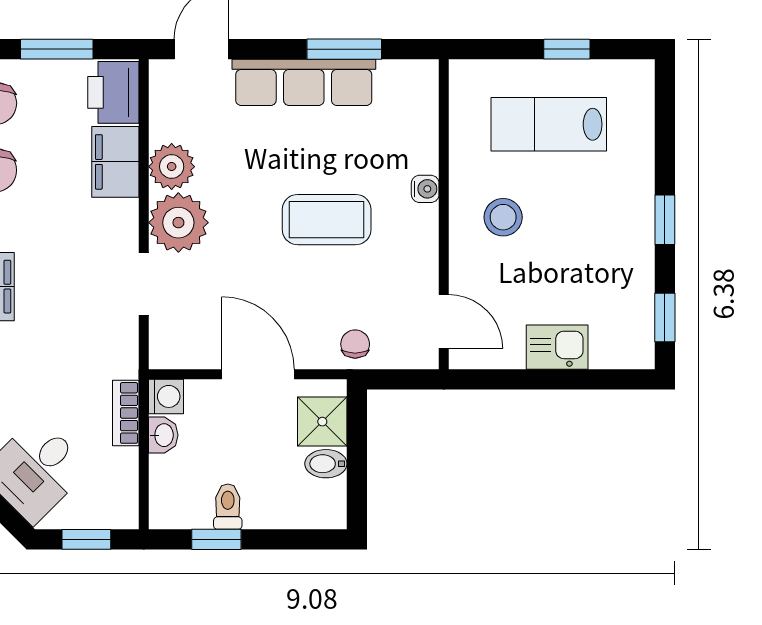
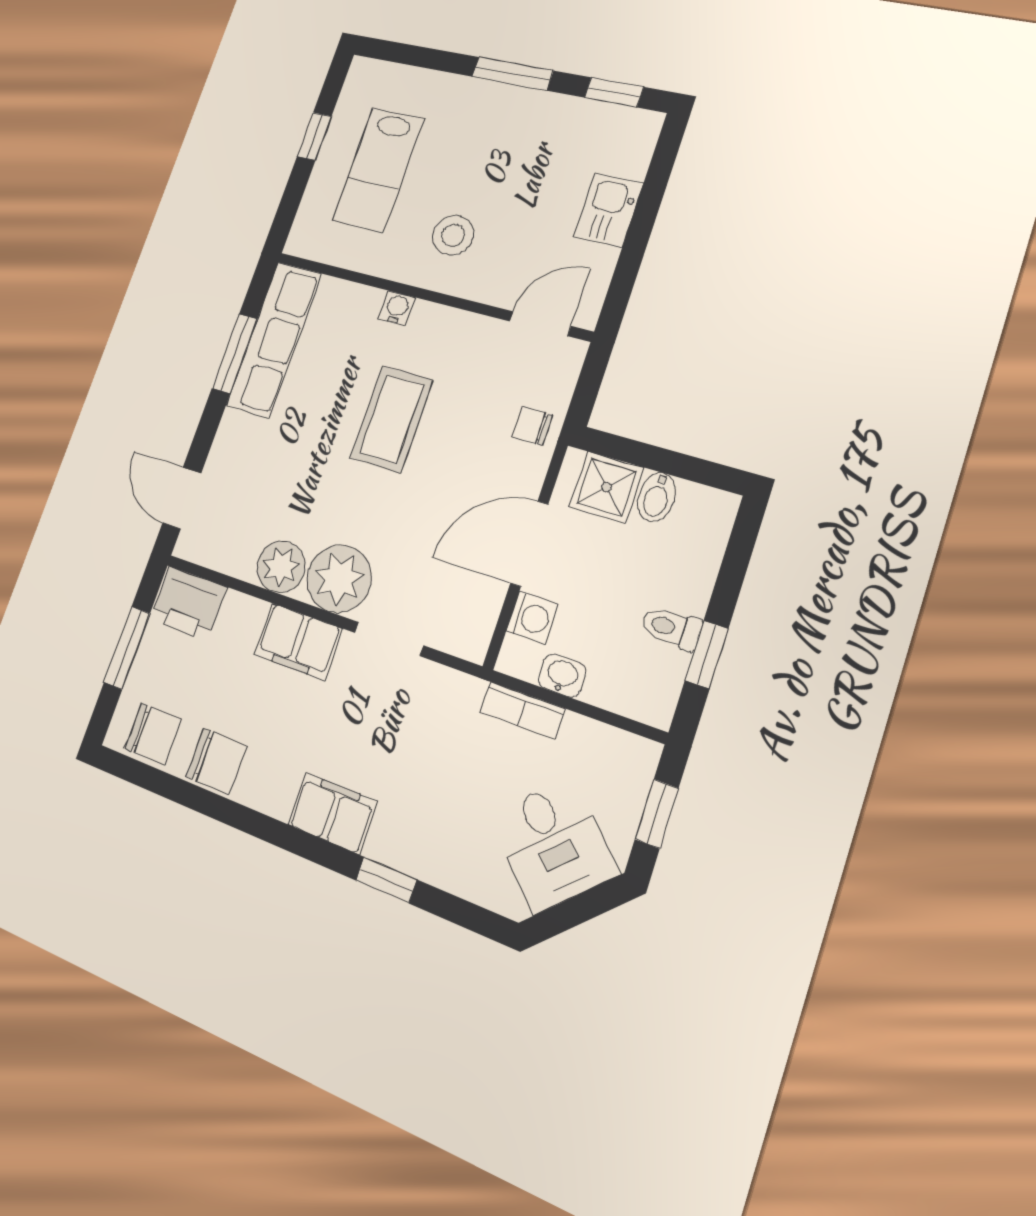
row of seats: (304, 82) -> (274, 339), moved
filing cabinet: (115, 162) -> (298, 642), moved
window: (665, 220) -> (512, 74), width x1.50
washing machine: (166, 396) -> (532, 618), moved, turned 90

